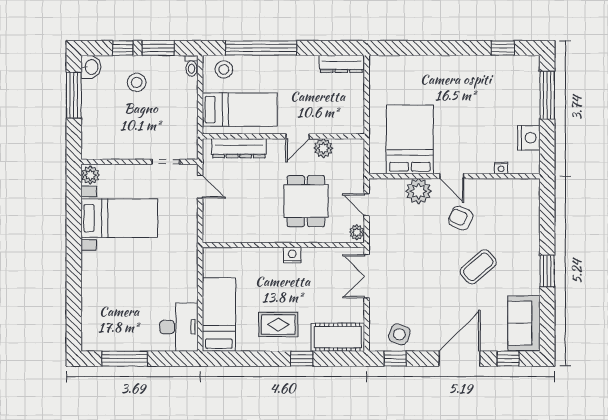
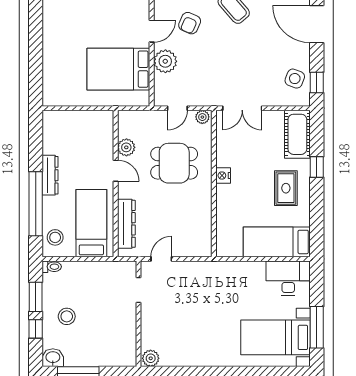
dresser: (341, 64) -> (50, 175), moved
bed with nightstands: (119, 218) -> (276, 337), moved, turned -90

